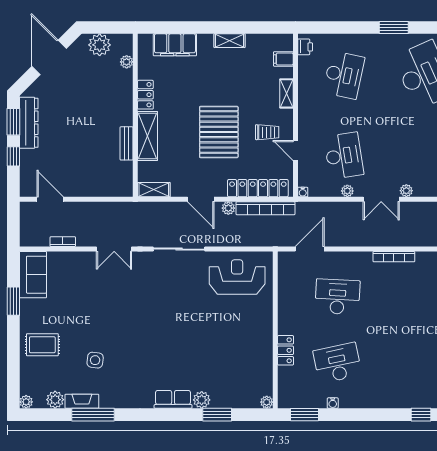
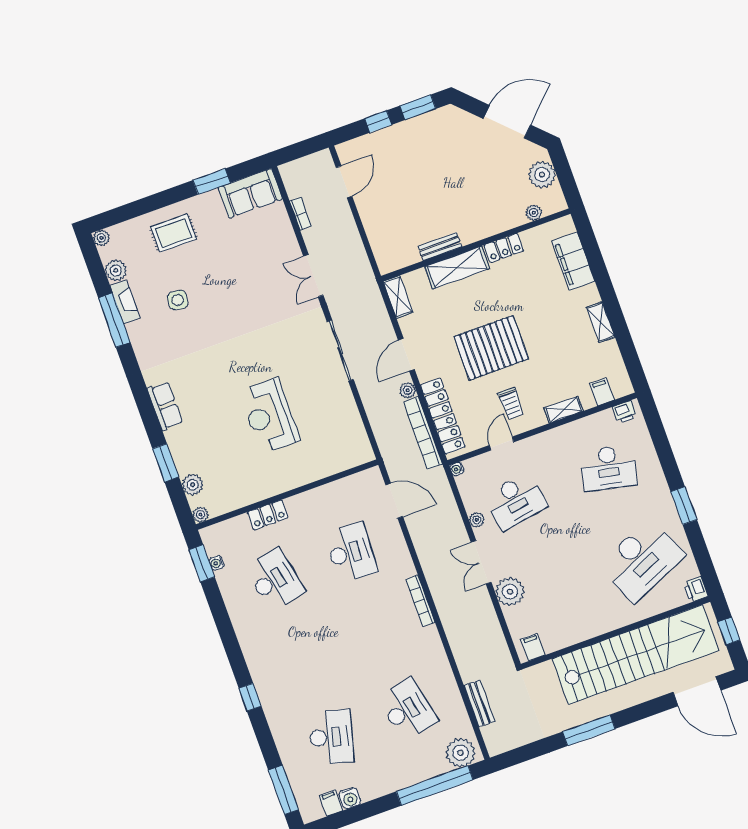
dresser: (29, 123) -> (423, 125), removed
plant: (406, 191) -> (510, 592), width x1.87, depth x1.87
reception desk: (237, 277) -> (269, 416), moved, turned 180
rug: (42, 345) -> (174, 233), turned 90
plant: (202, 400) -> (193, 485), moved
water cooler: (333, 403) -> (217, 563), moved

